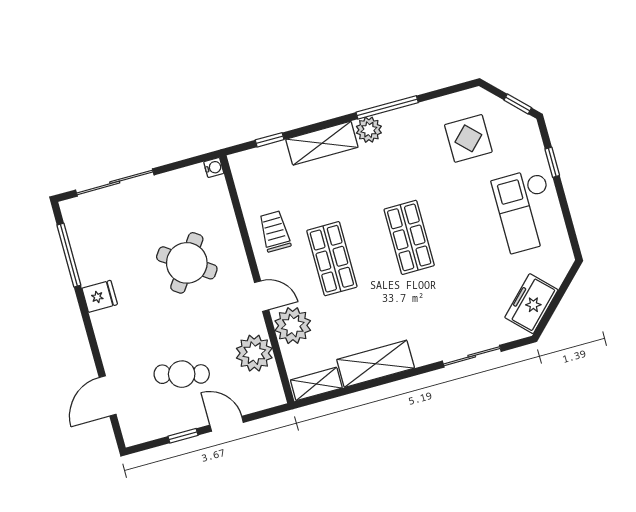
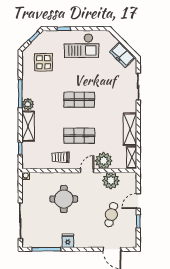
round table: (187, 263) -> (64, 199), turned -35

